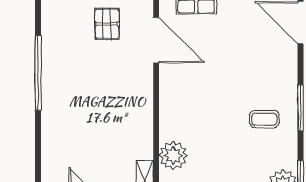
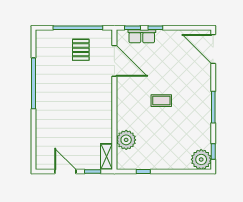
coffee table: (264, 119) -> (161, 101), moved

